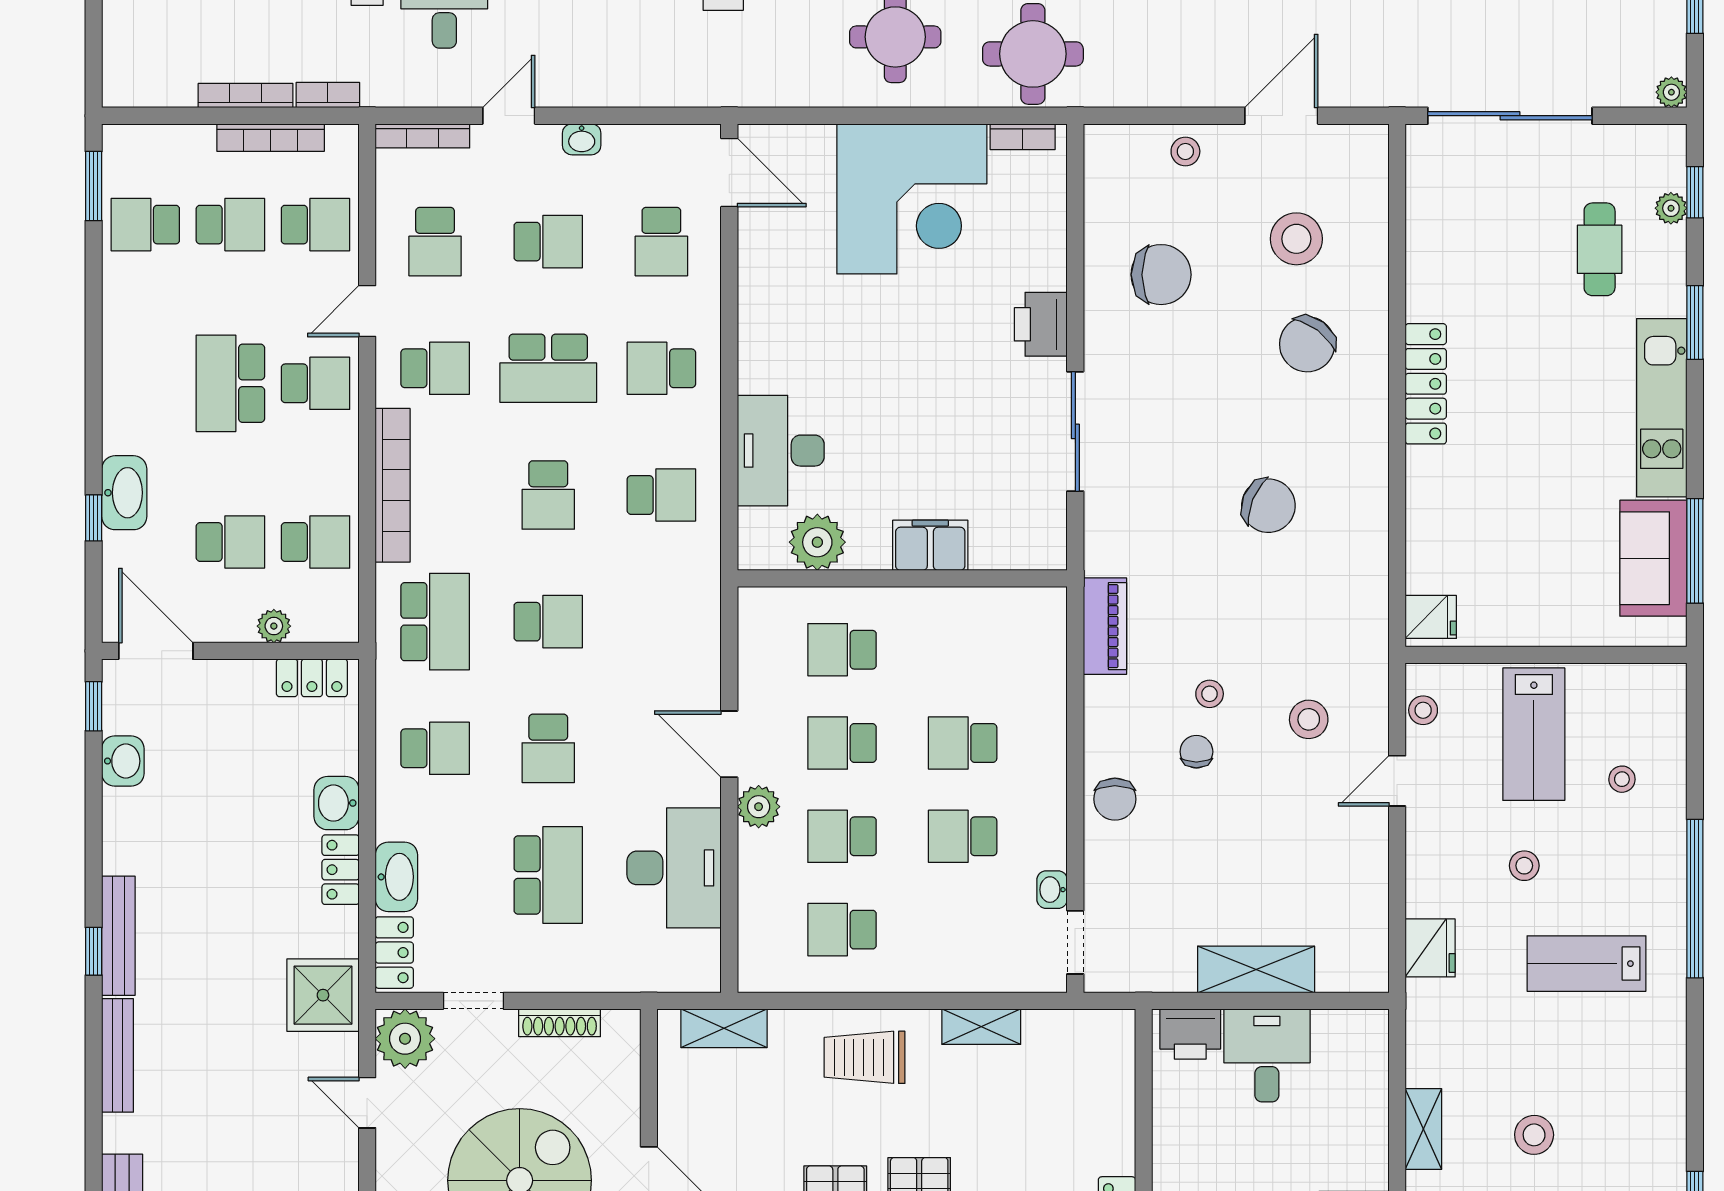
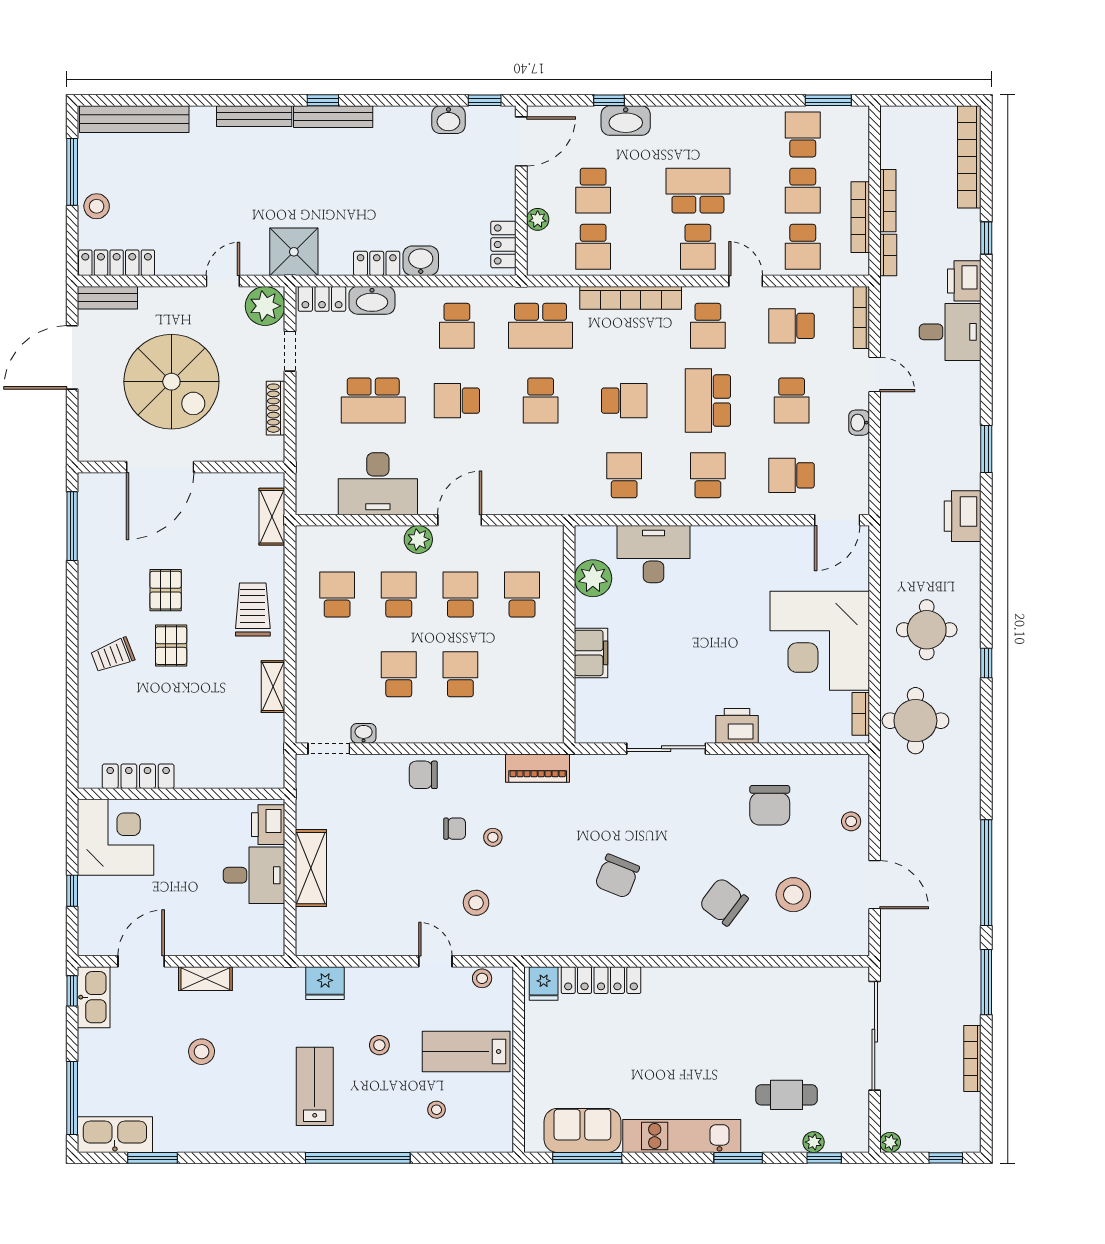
locker: (1426, 384) -> (601, 980), moved
school desk: (548, 495) -> (624, 401), turned 180
school desk: (661, 495) -> (624, 475), turned 180

